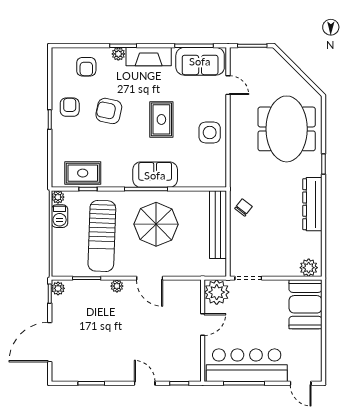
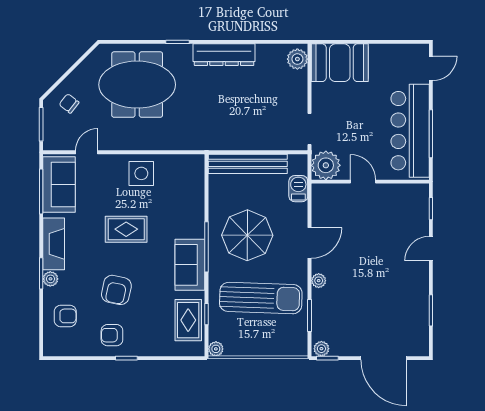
sofa: (155, 175) -> (190, 265), moved
chair: (243, 207) -> (69, 103), moved
barbecue: (60, 216) -> (298, 189), moved, turned -90

